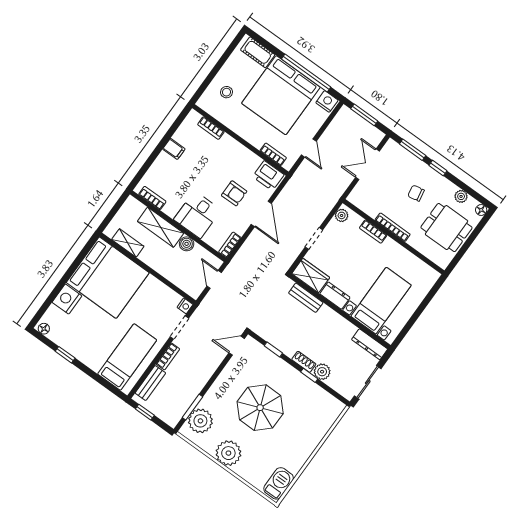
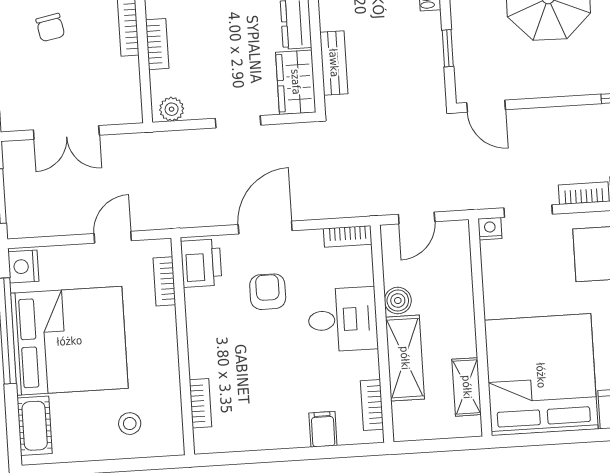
filing cabinet: (174, 149) -> (323, 429), moved

